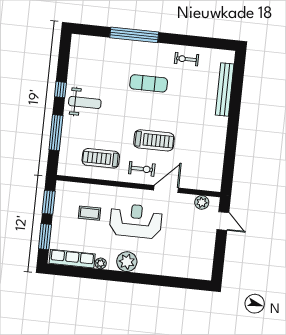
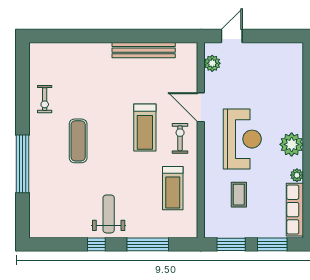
bench: (225, 89) -> (144, 50), moved
treadmill: (154, 140) -> (145, 128), turned 180
reception desk: (136, 221) -> (242, 139), turned 180

